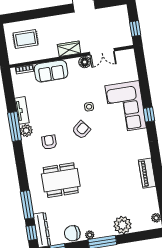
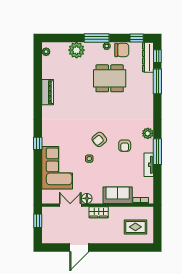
corner sofa: (126, 107) -> (57, 168), moved
plant: (26, 131) -> (148, 133), moved
armchair: (49, 142) -> (125, 146), moved
dining table: (61, 180) -> (110, 78), moved

